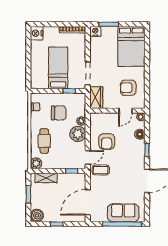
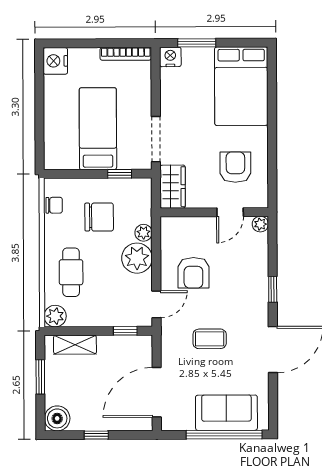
armchair: (128, 88) -> (235, 167), turned 90
floor lamp: (140, 134) -> (258, 258), removed
coffee table: (101, 170) -> (210, 339), moved

